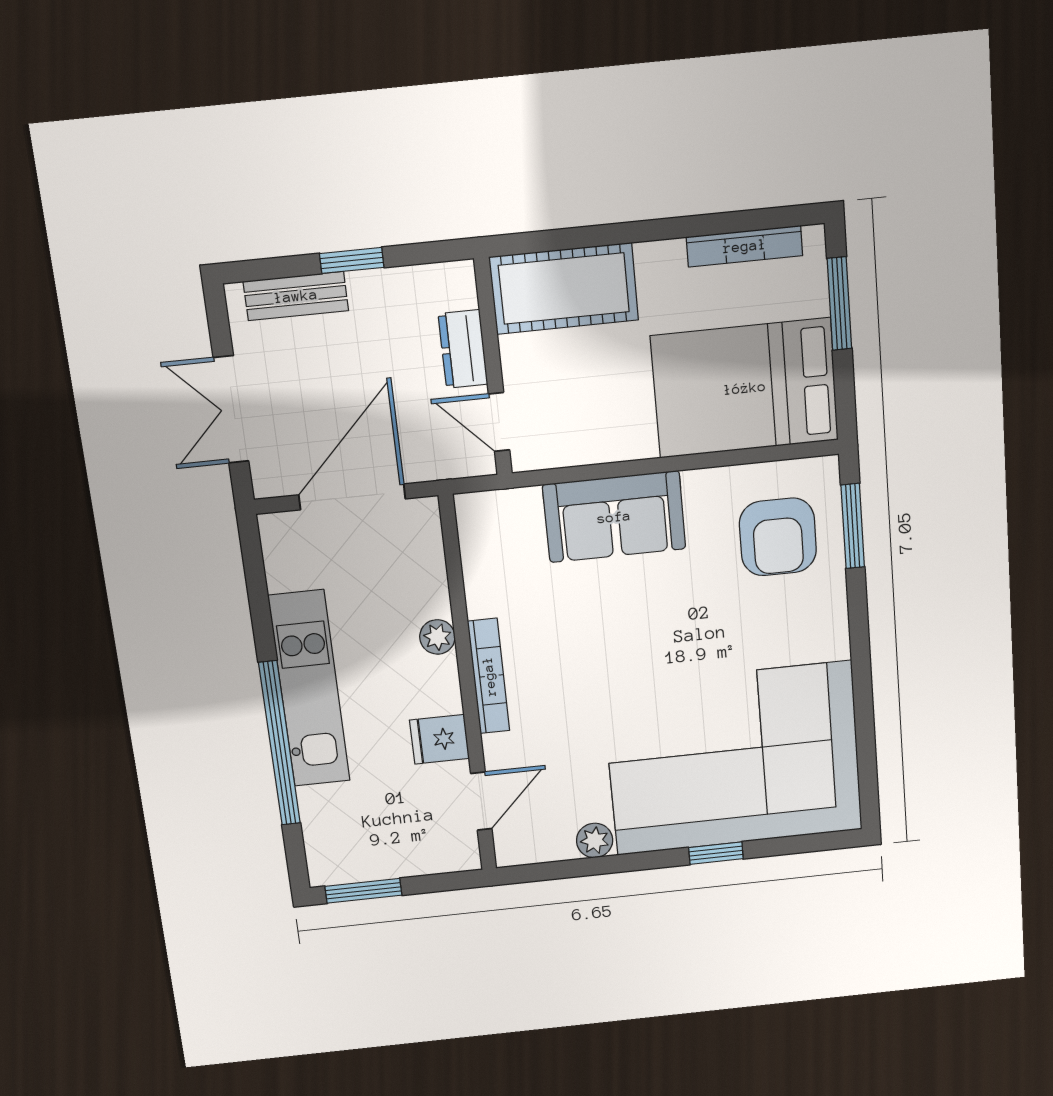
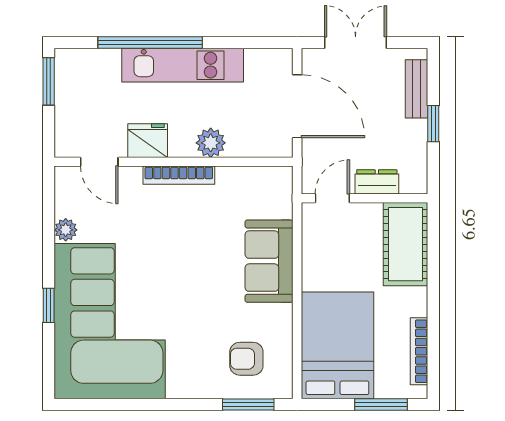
armchair: (778, 537) -> (246, 359), width x0.72, depth x0.72
plant: (437, 637) -> (211, 143), width x1.38, depth x1.38
fridge: (440, 739) -> (148, 141), width x1.38

